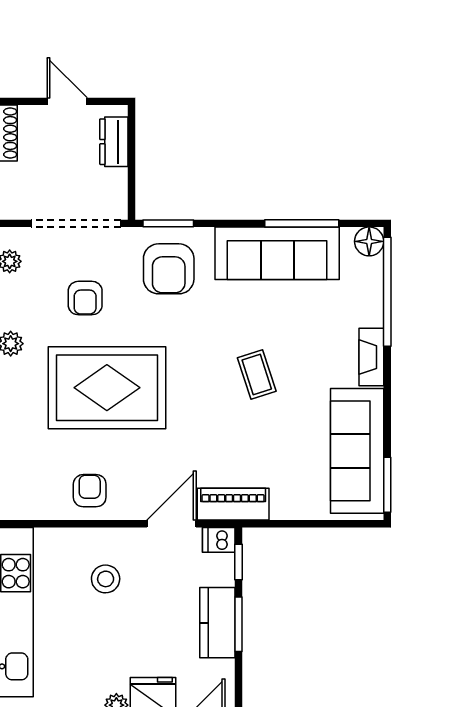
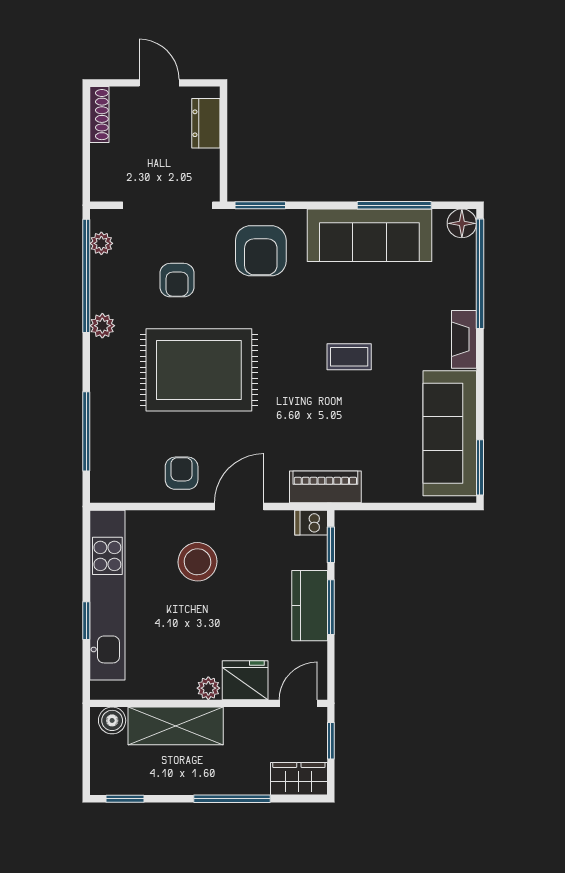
coffee table: (257, 374) -> (349, 357), turned -72
door: (171, 524) -> (239, 506), moved
stool: (106, 579) -> (198, 562), width x1.38, depth x1.38

